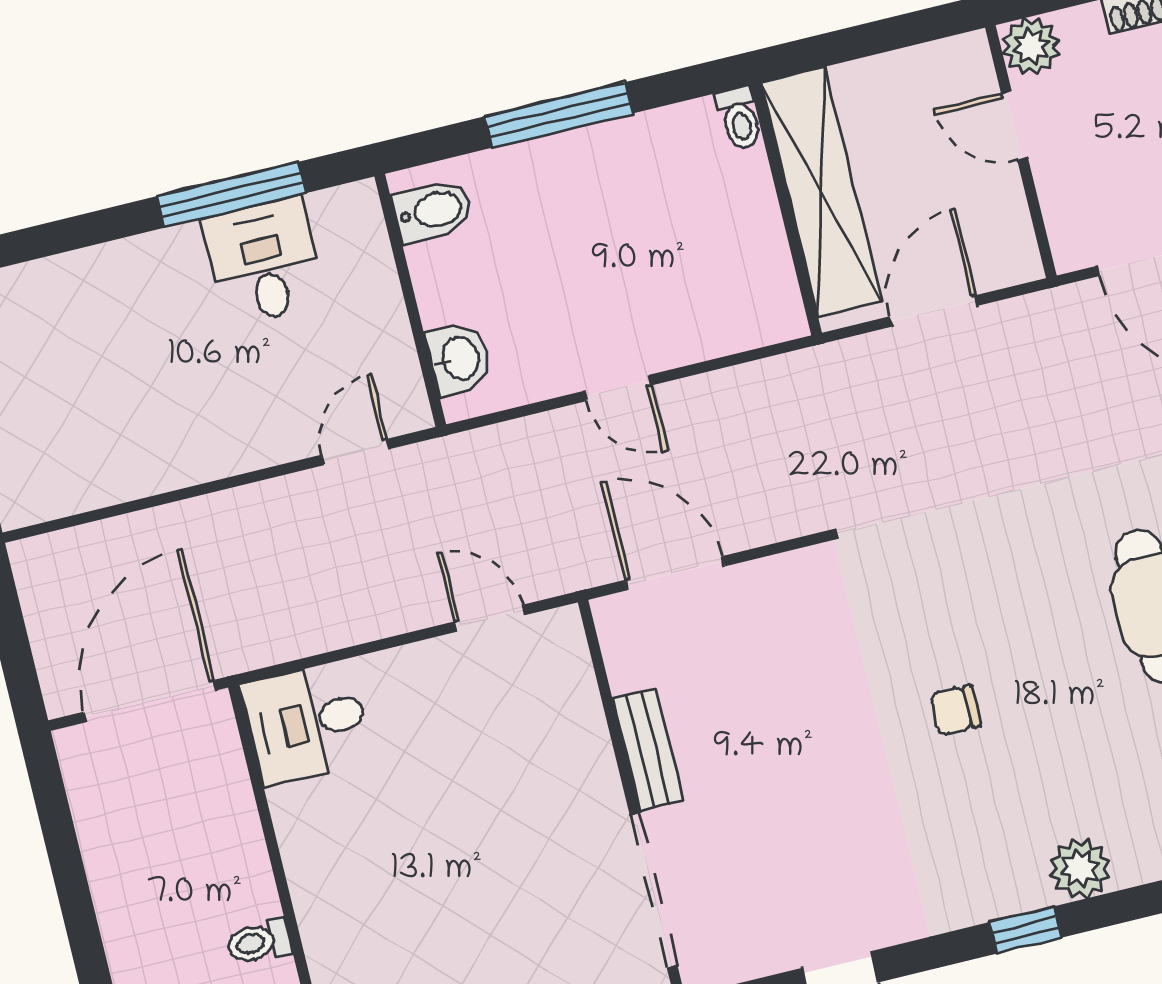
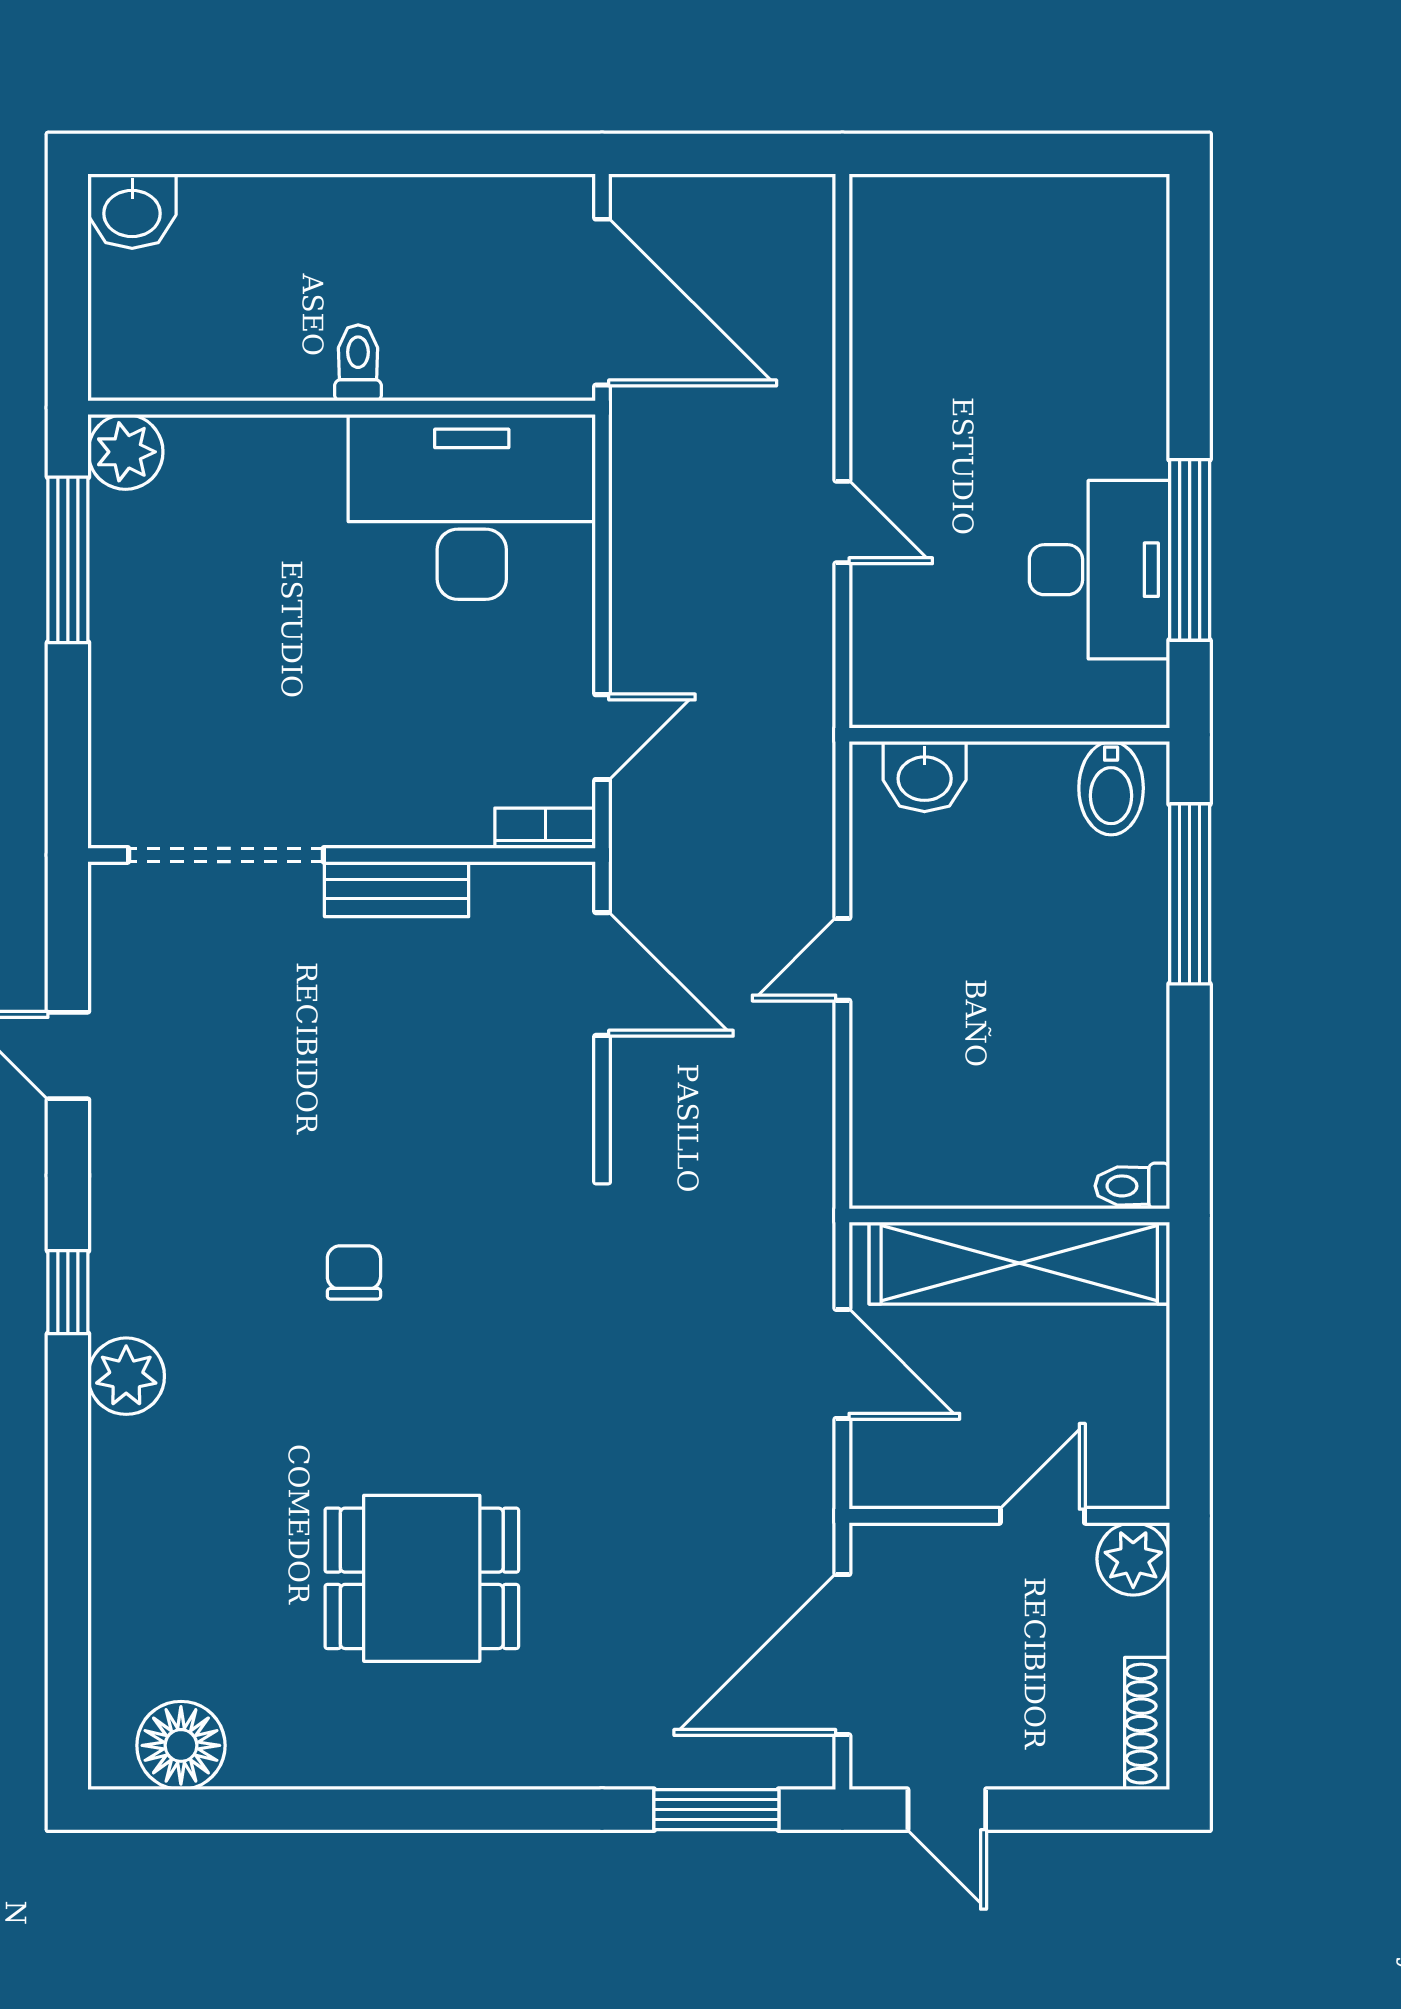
window: (559, 115) -> (1190, 894), moved
desk: (264, 261) -> (1099, 570), width x1.37
door: (355, 452) -> (842, 522), moved
door: (675, 573) -> (602, 974), hinge flipped
bookcase: (572, 645) -> (545, 828), added
desk: (307, 723) -> (472, 507), width x1.87, depth x1.30
toilet: (259, 942) -> (358, 363), moved

